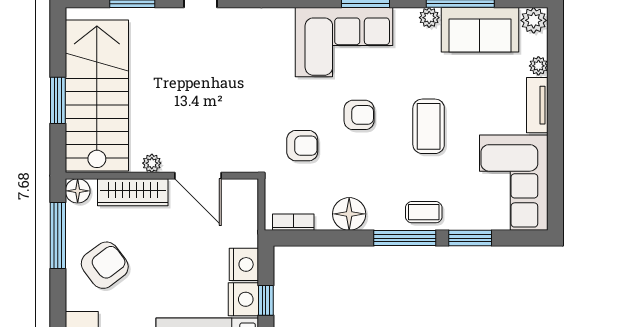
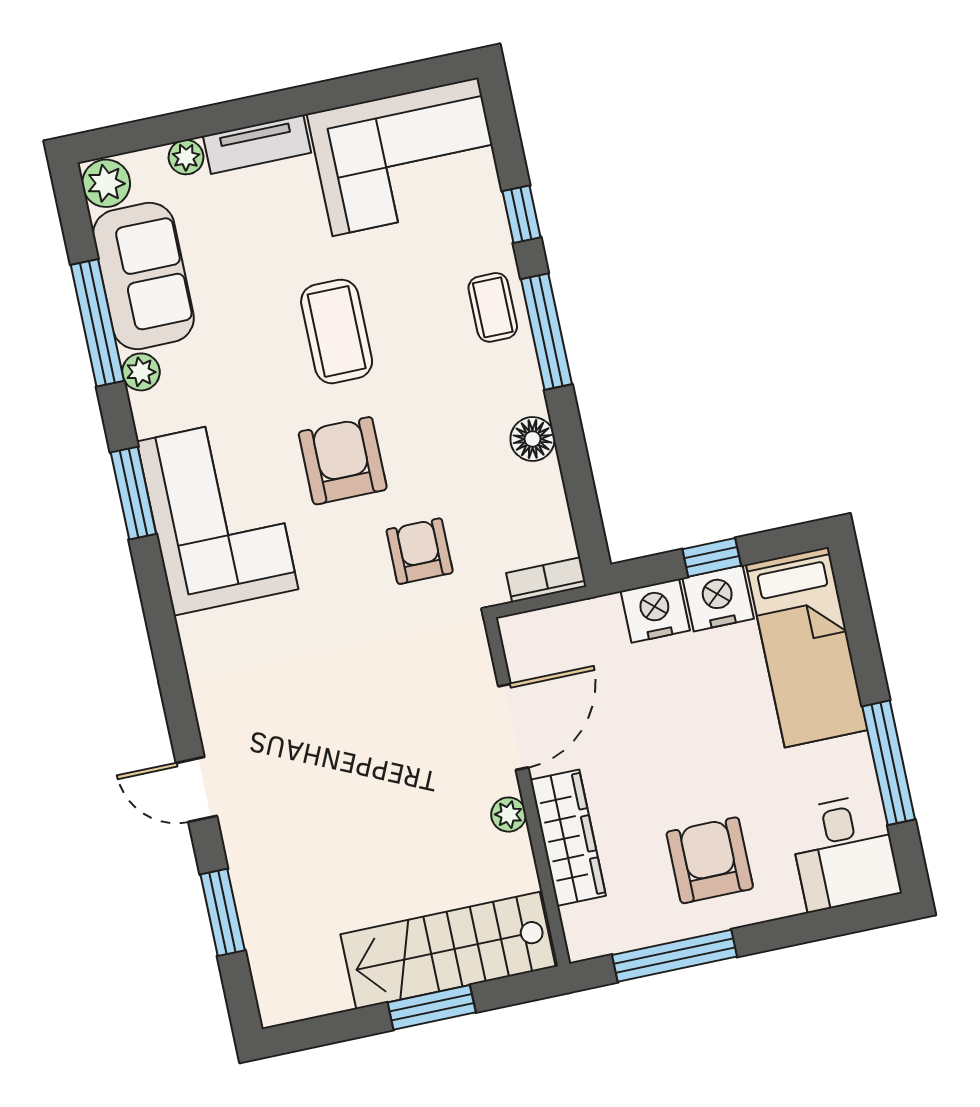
stairs: (97, 95) -> (448, 950), width x0.73, depth x0.66
armchair: (359, 115) -> (343, 461), width x1.38, depth x1.38
coffee table: (429, 126) -> (337, 331), turned 90
floor lamp: (78, 191) -> (587, 937), removed
floor lamp: (349, 214) -> (533, 439), width x0.73, depth x0.73
bookcase: (293, 222) -> (546, 580), moved, turned 90
window: (470, 238) -> (521, 214), width x0.67
armchair: (105, 265) -> (710, 860), turned 37

